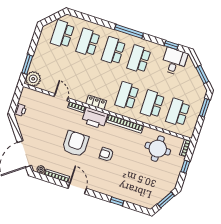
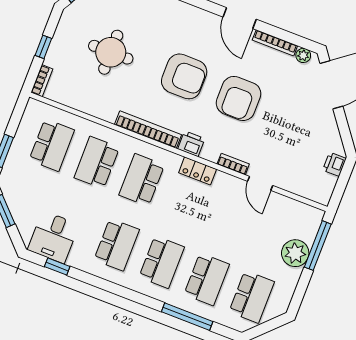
window: (129, 31) -> (187, 317), moved
window: (27, 64) -> (318, 246), width x1.44
plant: (33, 79) -> (295, 253), moved
school desk: (127, 96) -> (142, 180), turned 180
school desk: (152, 104) -> (97, 163), turned 180
printer: (95, 118) -> (191, 144), width x0.53, depth x0.68
round table: (158, 149) -> (111, 52), moved
armchair: (106, 154) -> (184, 76), width x1.88, depth x1.88

